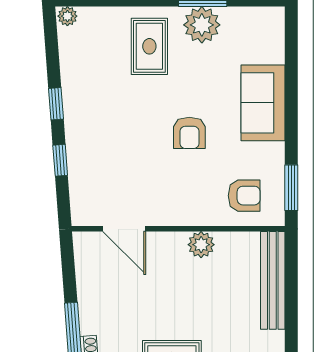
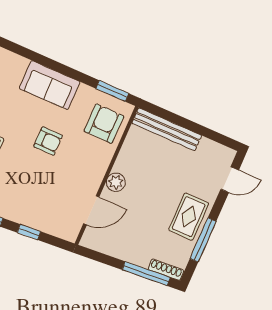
armchair: (244, 196) -> (104, 124), width x1.38, depth x1.38
plant: (201, 245) -> (116, 182), moved

